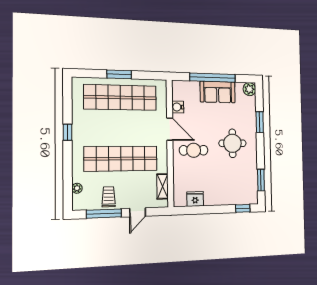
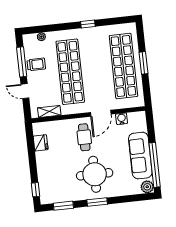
window: (213, 78) -> (155, 165), moved
sofa: (218, 92) -> (140, 156), width x1.36
window: (260, 122) -> (97, 202), moved
round table: (232, 143) -> (95, 174), width x1.36, depth x1.36

